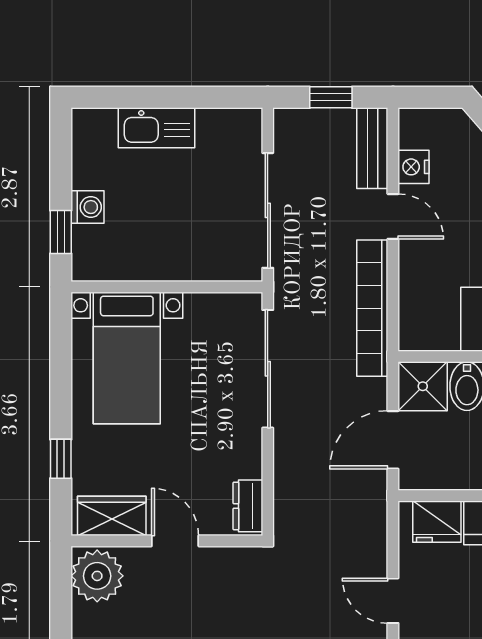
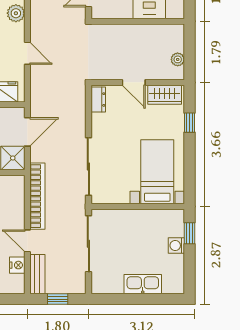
plant: (97, 576) -> (178, 59), width x0.53, depth x0.53

